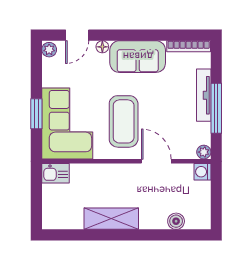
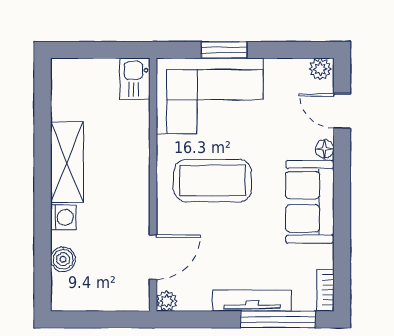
bookcase: (189, 46) -> (325, 290), width x0.64
window: (216, 108) -> (278, 319), moved
door: (156, 161) -> (153, 257), moved
washing machine: (202, 172) -> (63, 217), moved, turned 90

